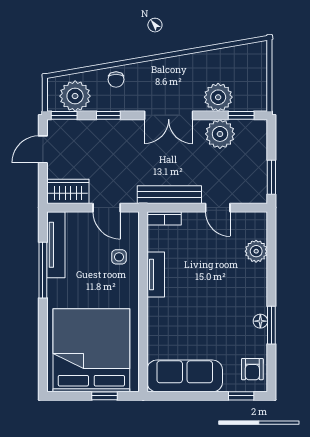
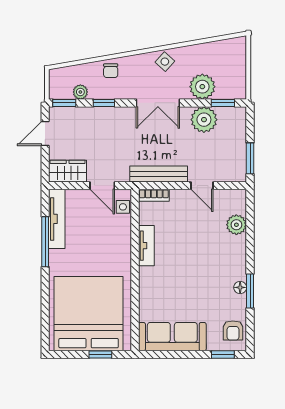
side table: (176, 69) -> (165, 62), added
plant: (75, 96) -> (80, 92), width x0.53, depth x0.53
side table: (119, 257) -> (123, 207), moved

